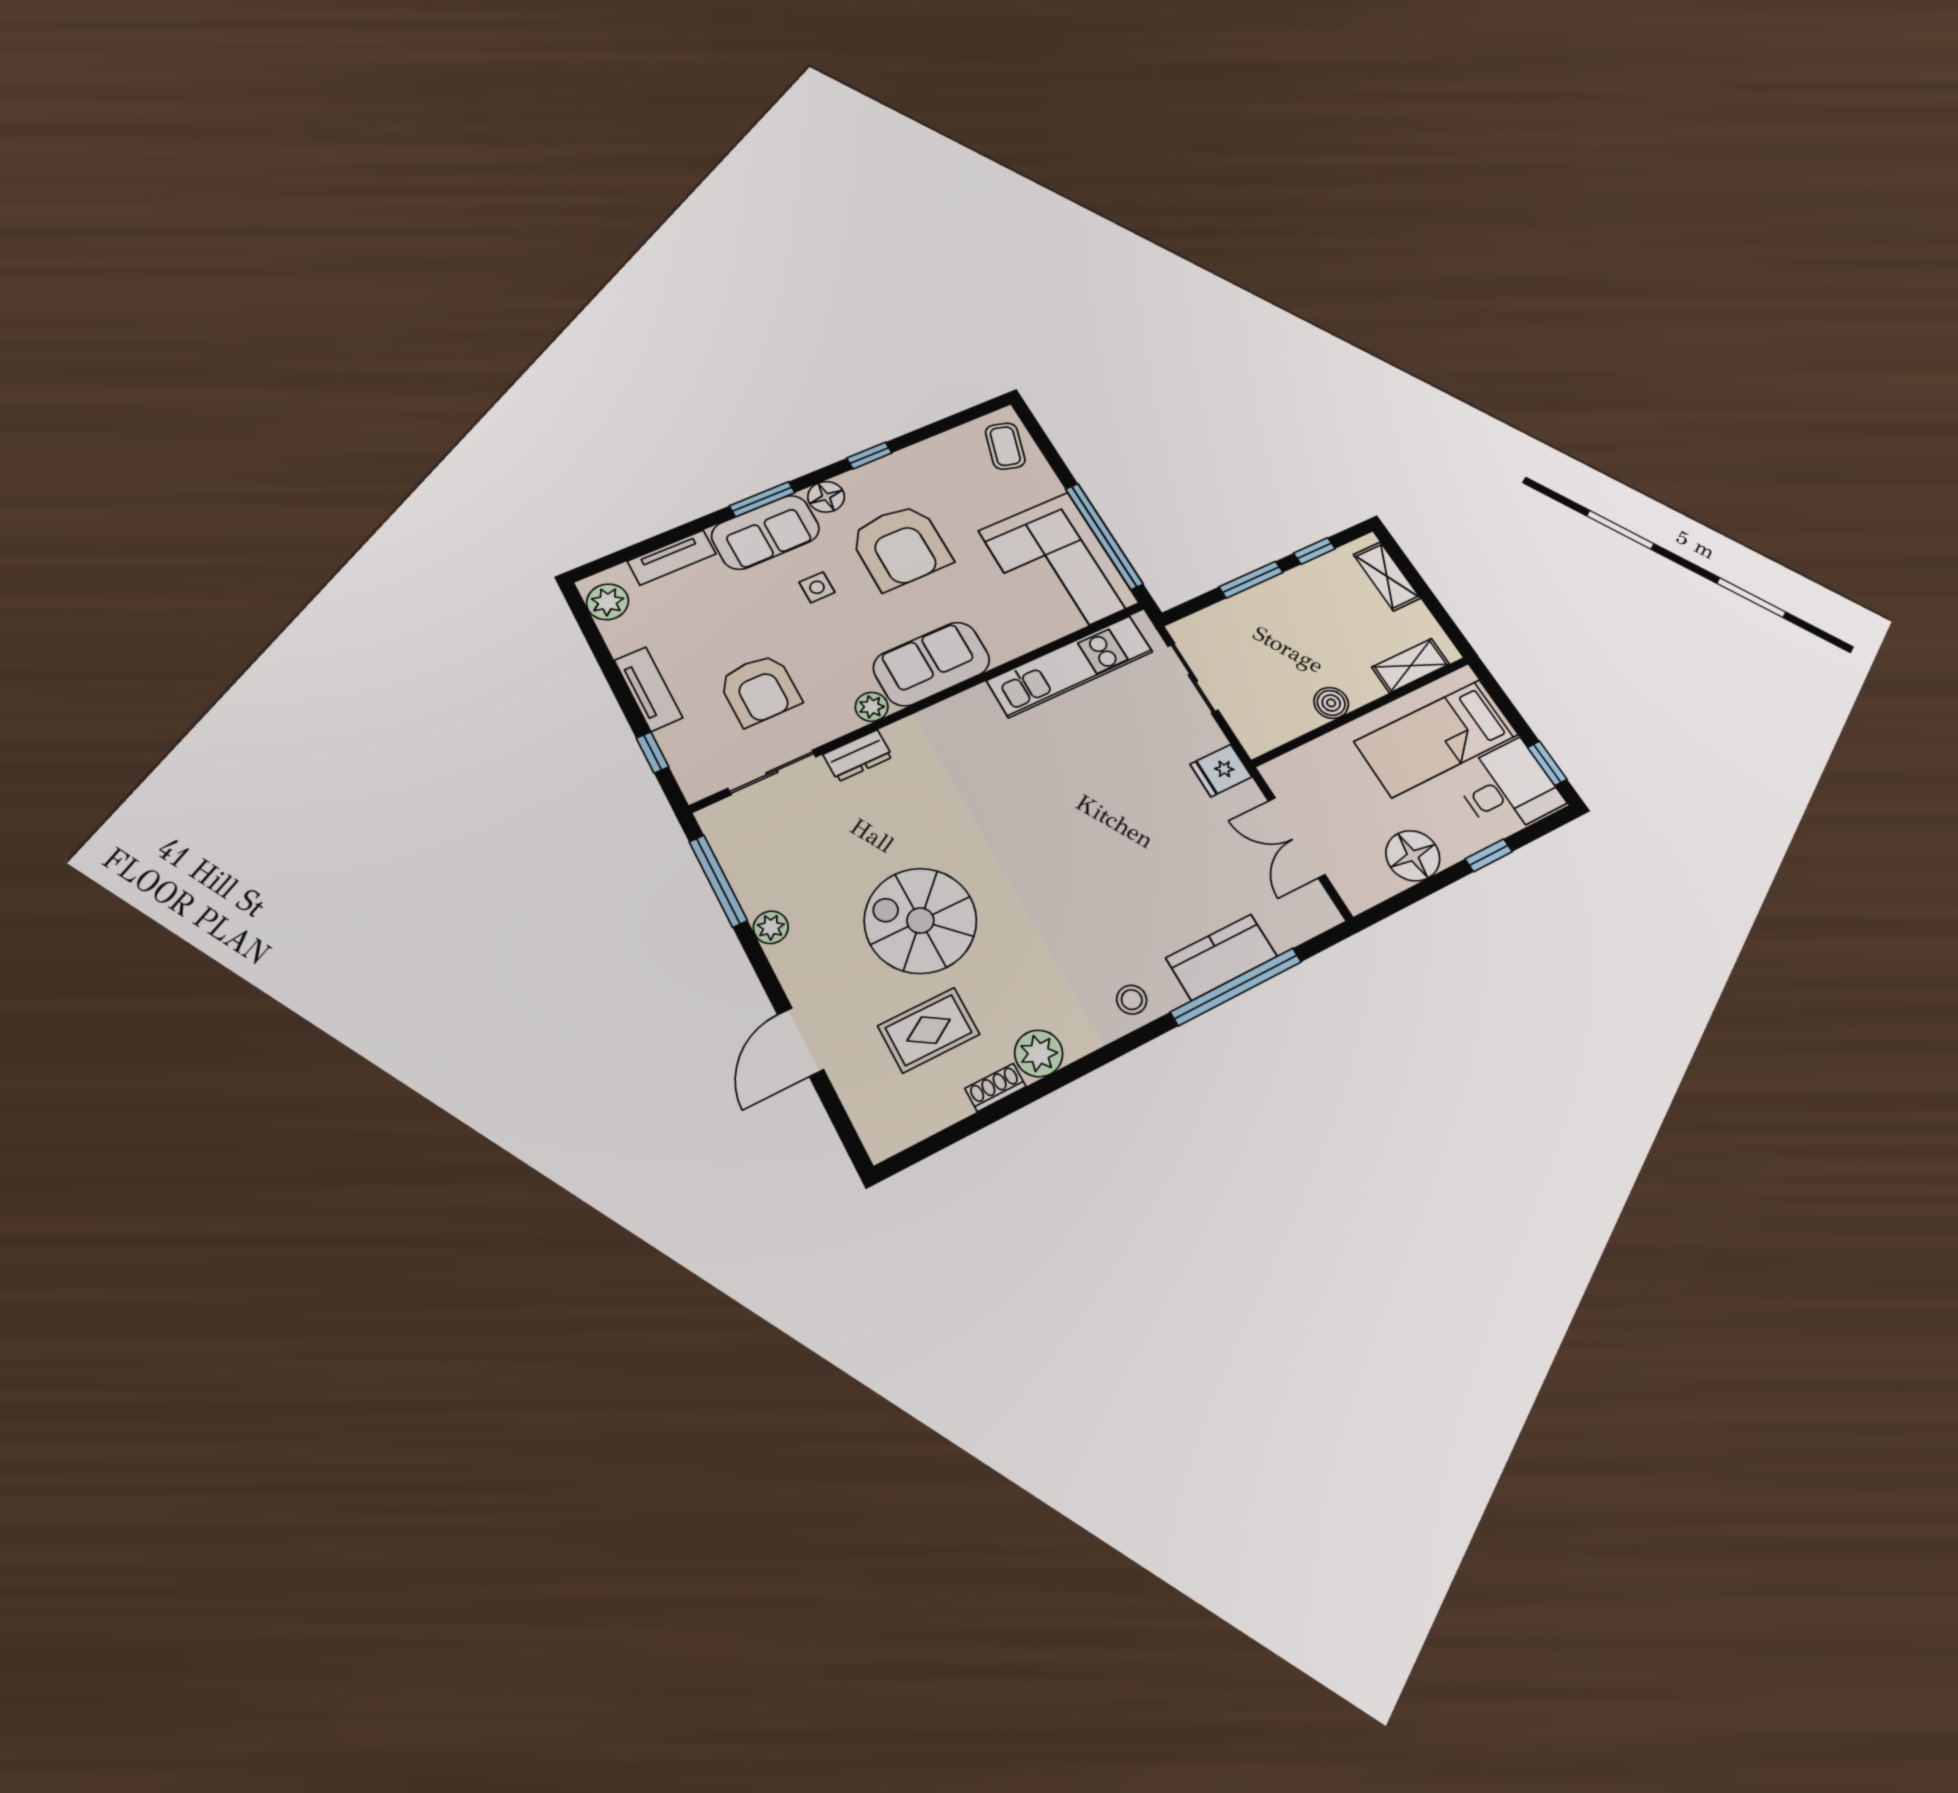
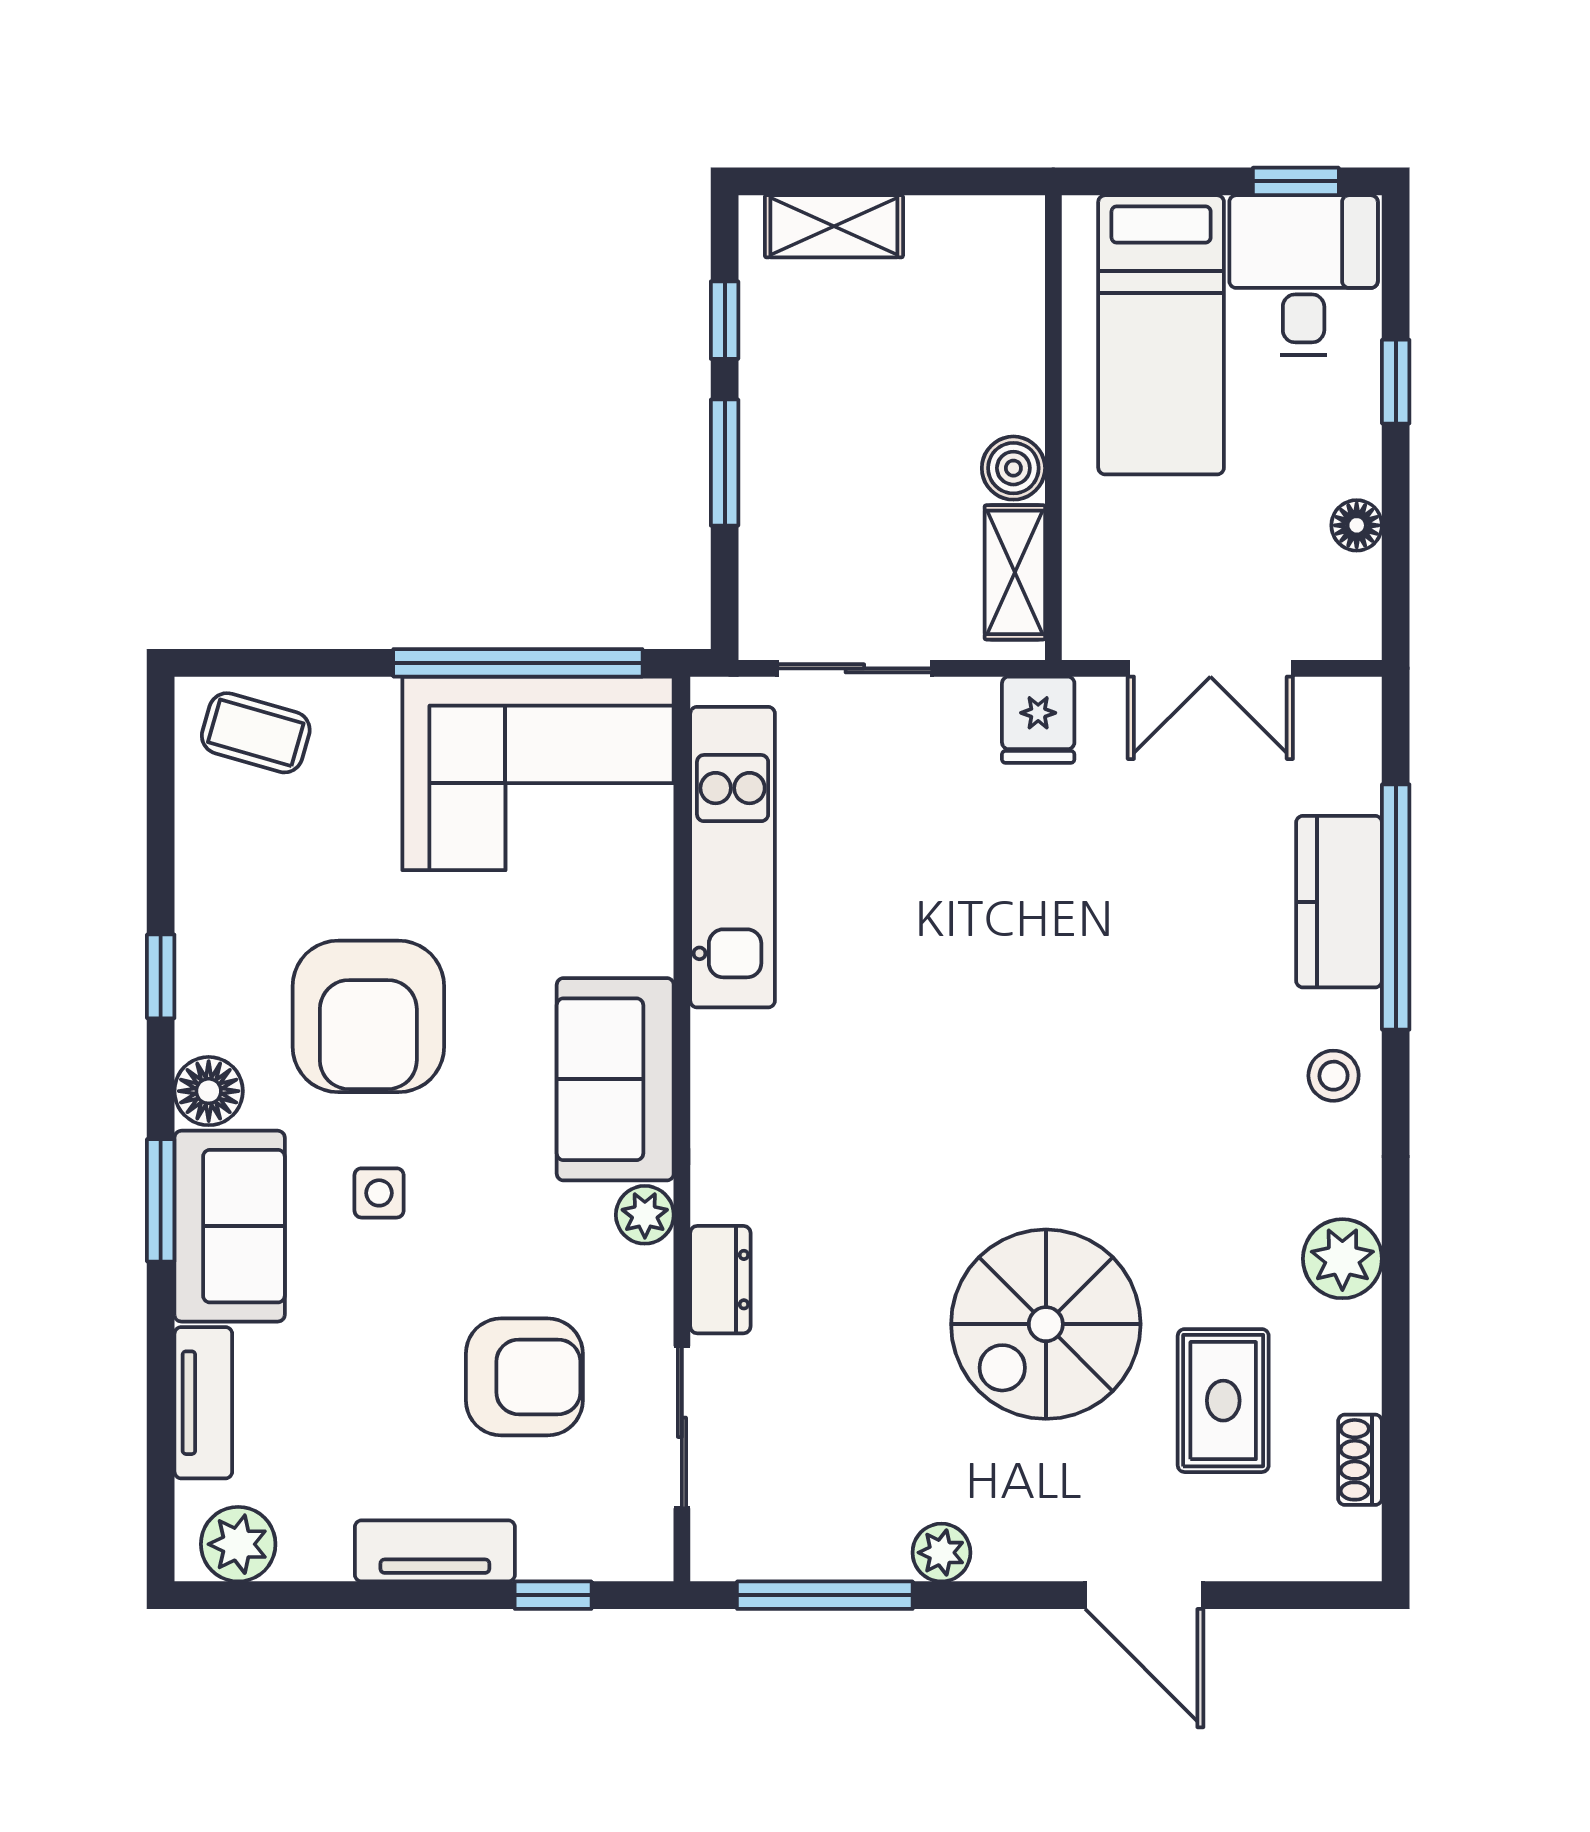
armchair: (900, 547) -> (368, 1016), turned 90
shelving: (1411, 666) -> (1015, 572), moved
floor lamp: (1413, 856) -> (1357, 525), width x0.53, depth x0.53
shoe rack: (996, 1088) -> (1360, 1460), moved

